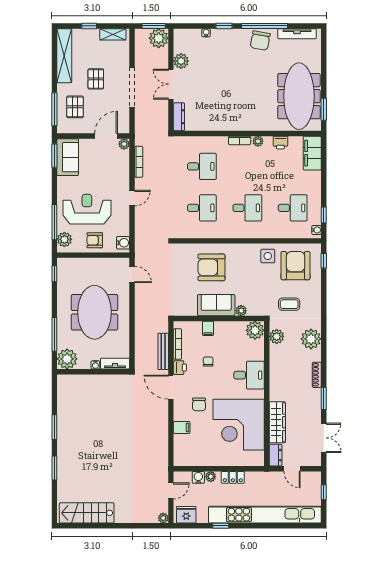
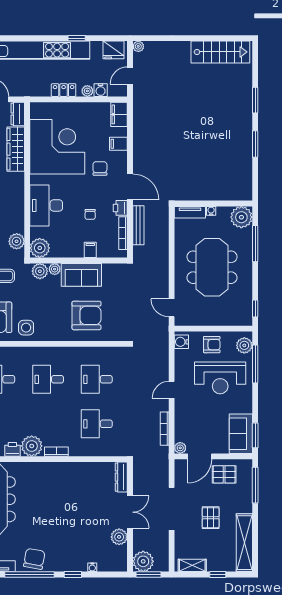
pallet: (75, 107) -> (224, 474), moved, turned 90
plant: (258, 141) -> (32, 446), width x1.88, depth x1.88
plant: (255, 309) -> (40, 271), added
desk: (249, 375) -> (46, 205), width x1.37
filing cabinet: (181, 455) -> (119, 114), added

